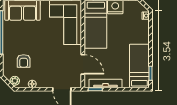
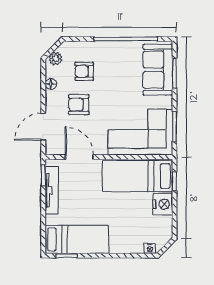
door: (83, 64) -> (79, 157), swing flipped
armchair: (47, 65) -> (79, 105), added

